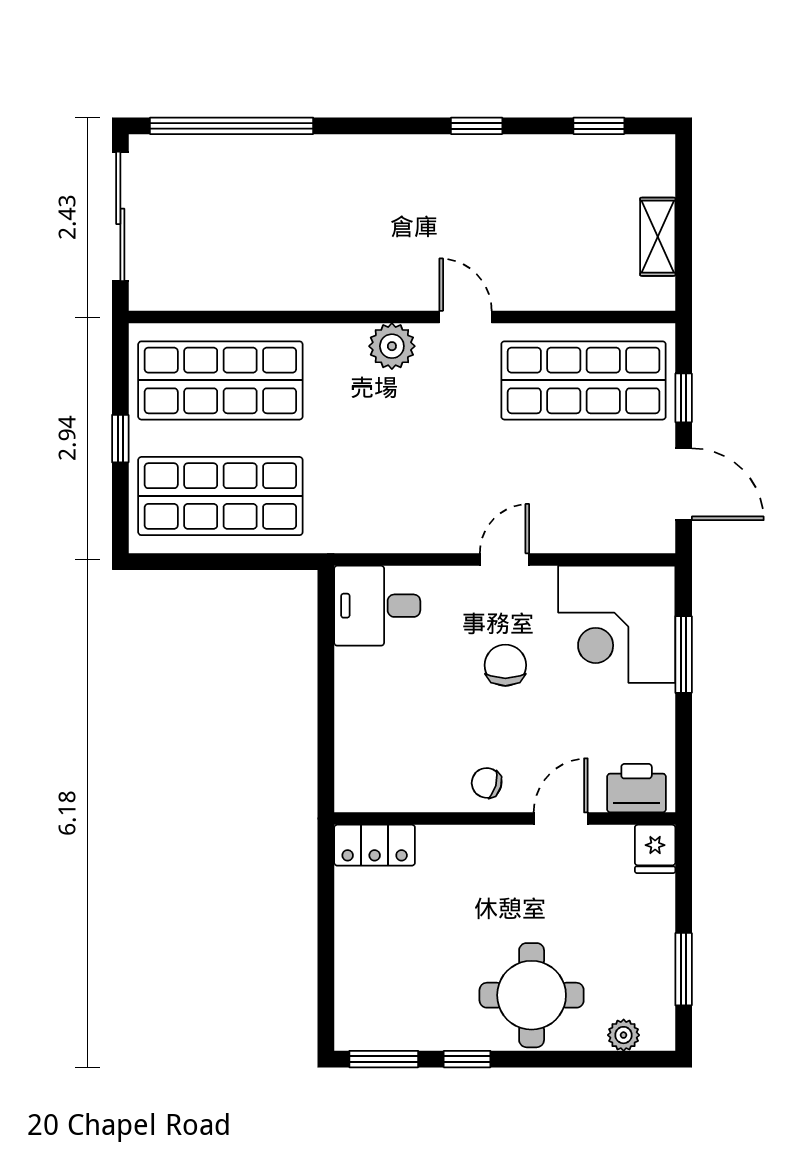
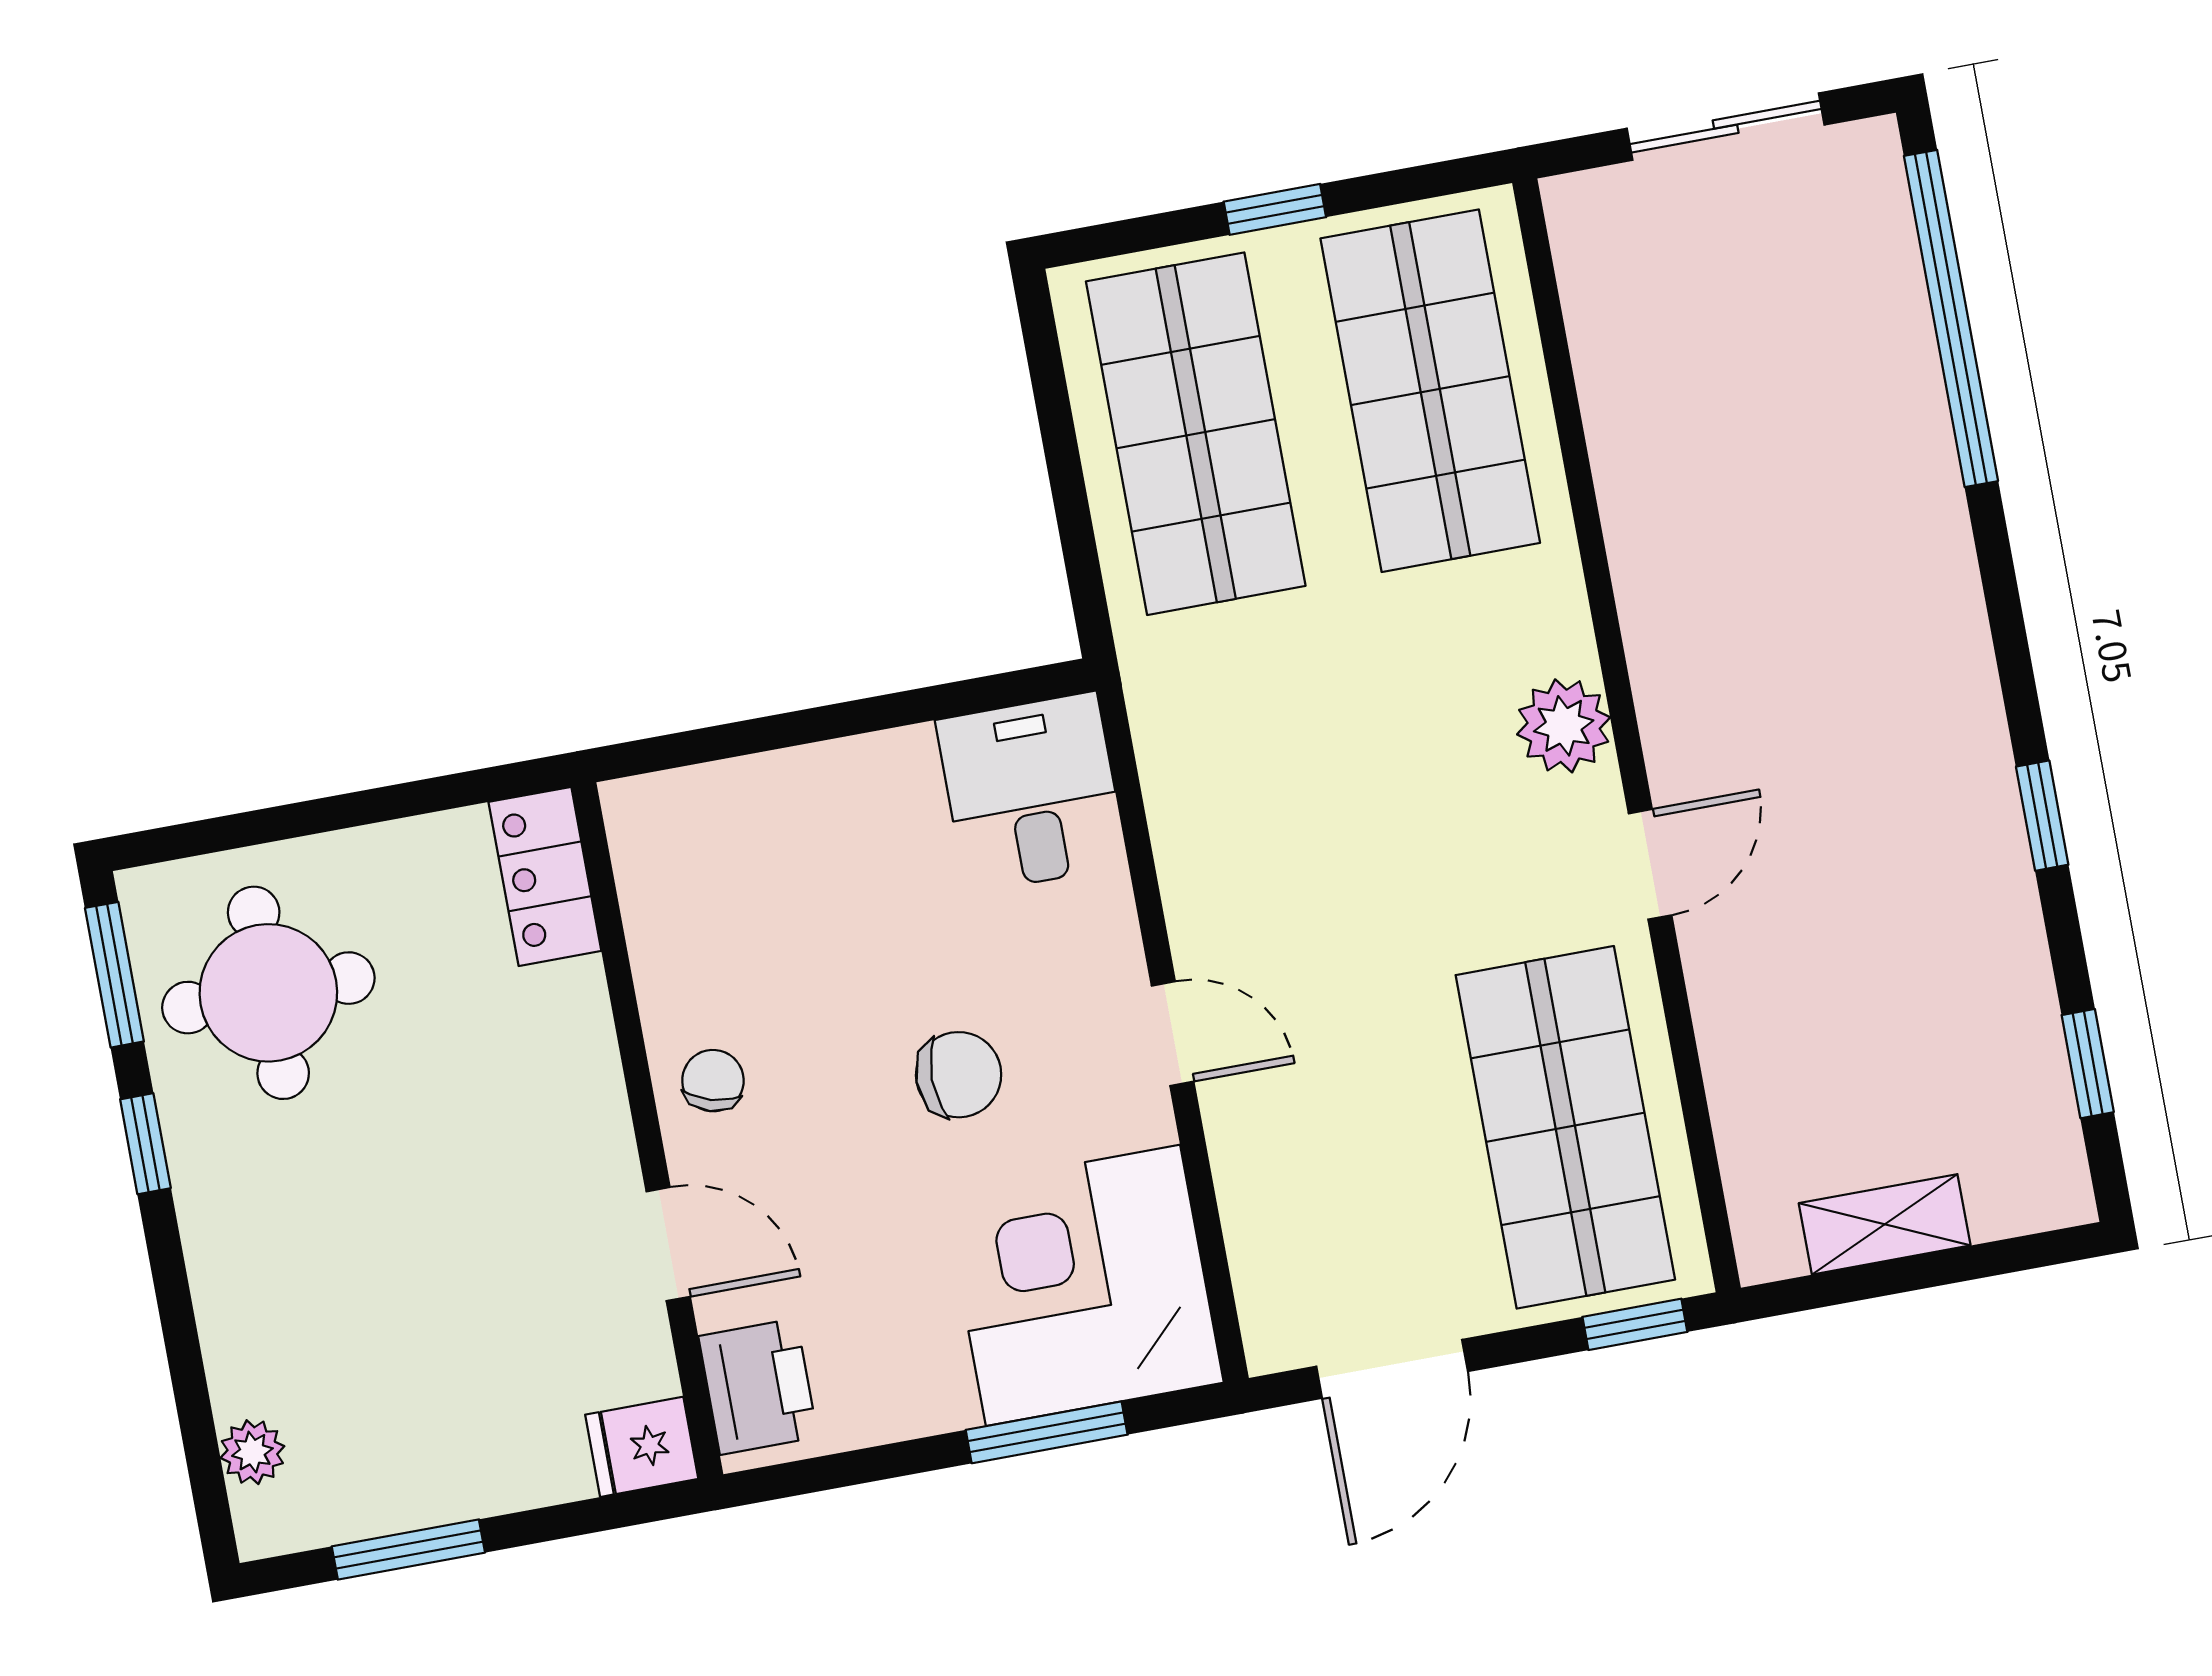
sliding door: (120, 216) -> (1726, 127), width x0.73
window: (684, 398) -> (1635, 1324), moved
round table: (532, 995) -> (268, 993), moved

